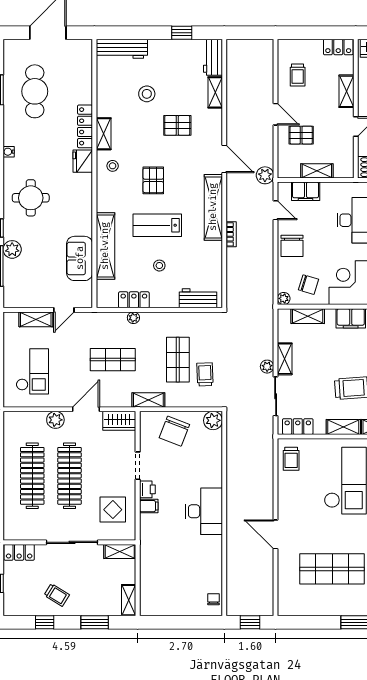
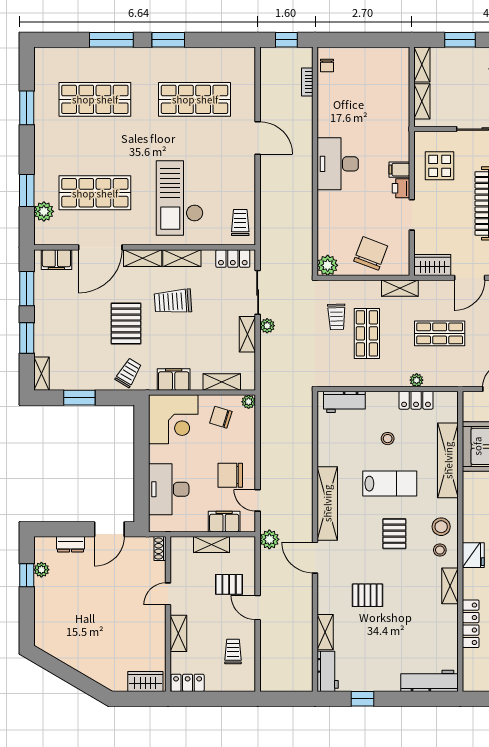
stool: (147, 94) -> (441, 527), moved
locker: (85, 126) -> (471, 624), moved
bookcase: (231, 234) -> (307, 82), moved
chair: (292, 246) -> (230, 475), moved, turned -90
shelving: (120, 551) -> (422, 101), moved, turned 90

